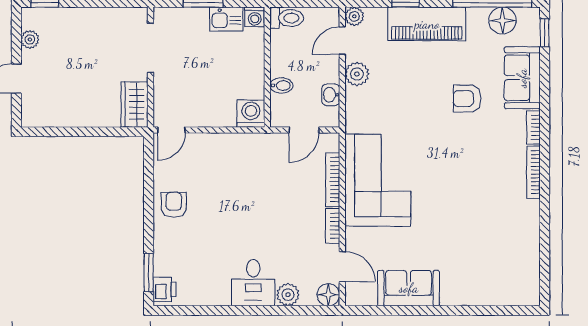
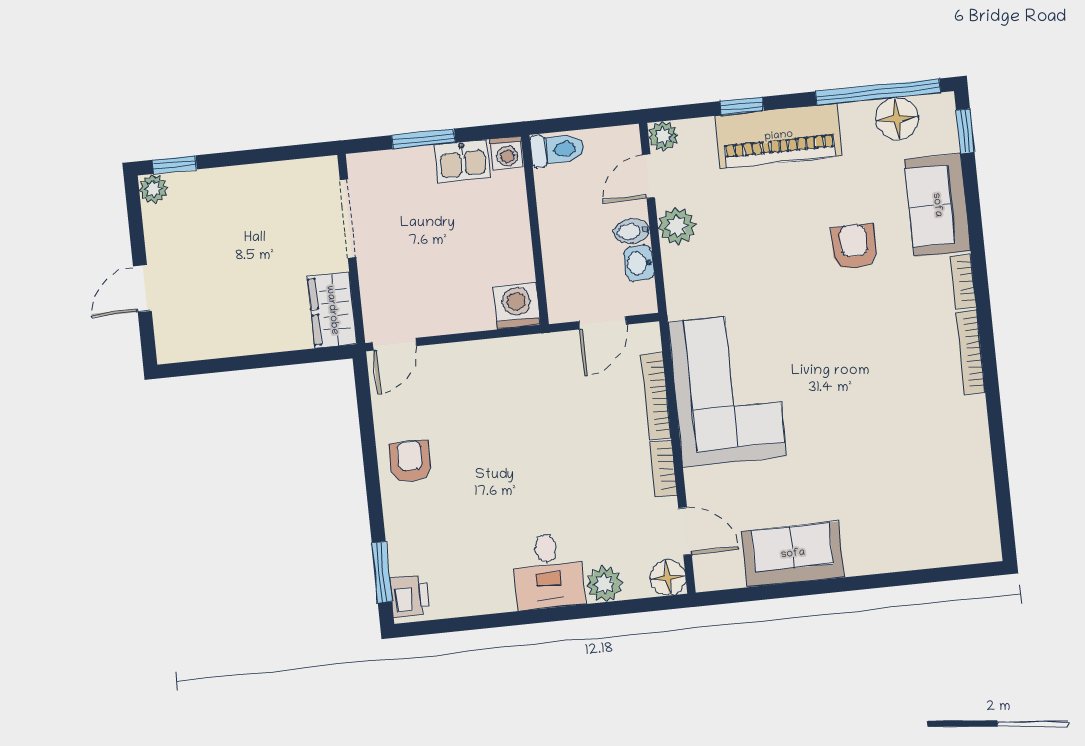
plant: (30, 40) -> (153, 189), moved
bidet: (281, 85) -> (632, 231), moved, turned 180
armchair: (467, 98) -> (854, 247), turned 90

